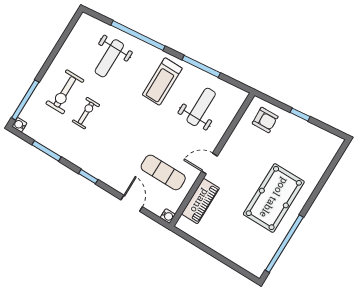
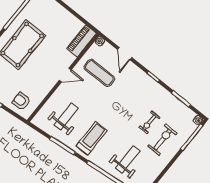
weight bench: (201, 107) -> (66, 116), turned 180
piano: (200, 201) -> (82, 41), moved

